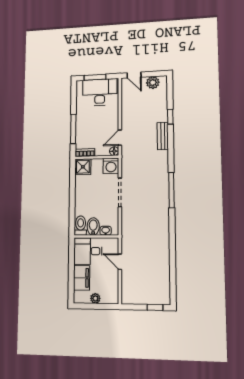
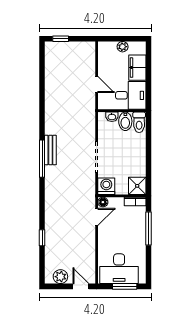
bench: (163, 136) -> (50, 150), moved

